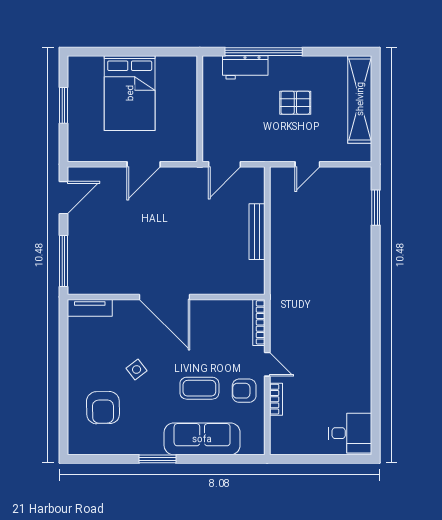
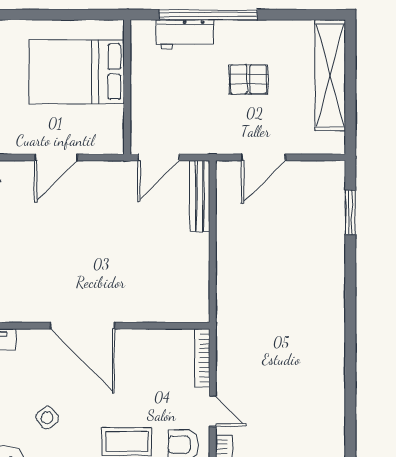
bed: (130, 93) -> (77, 72), moved, turned 90
door: (307, 164) -> (264, 157), width x1.38
bench: (257, 232) -> (200, 196), moved

